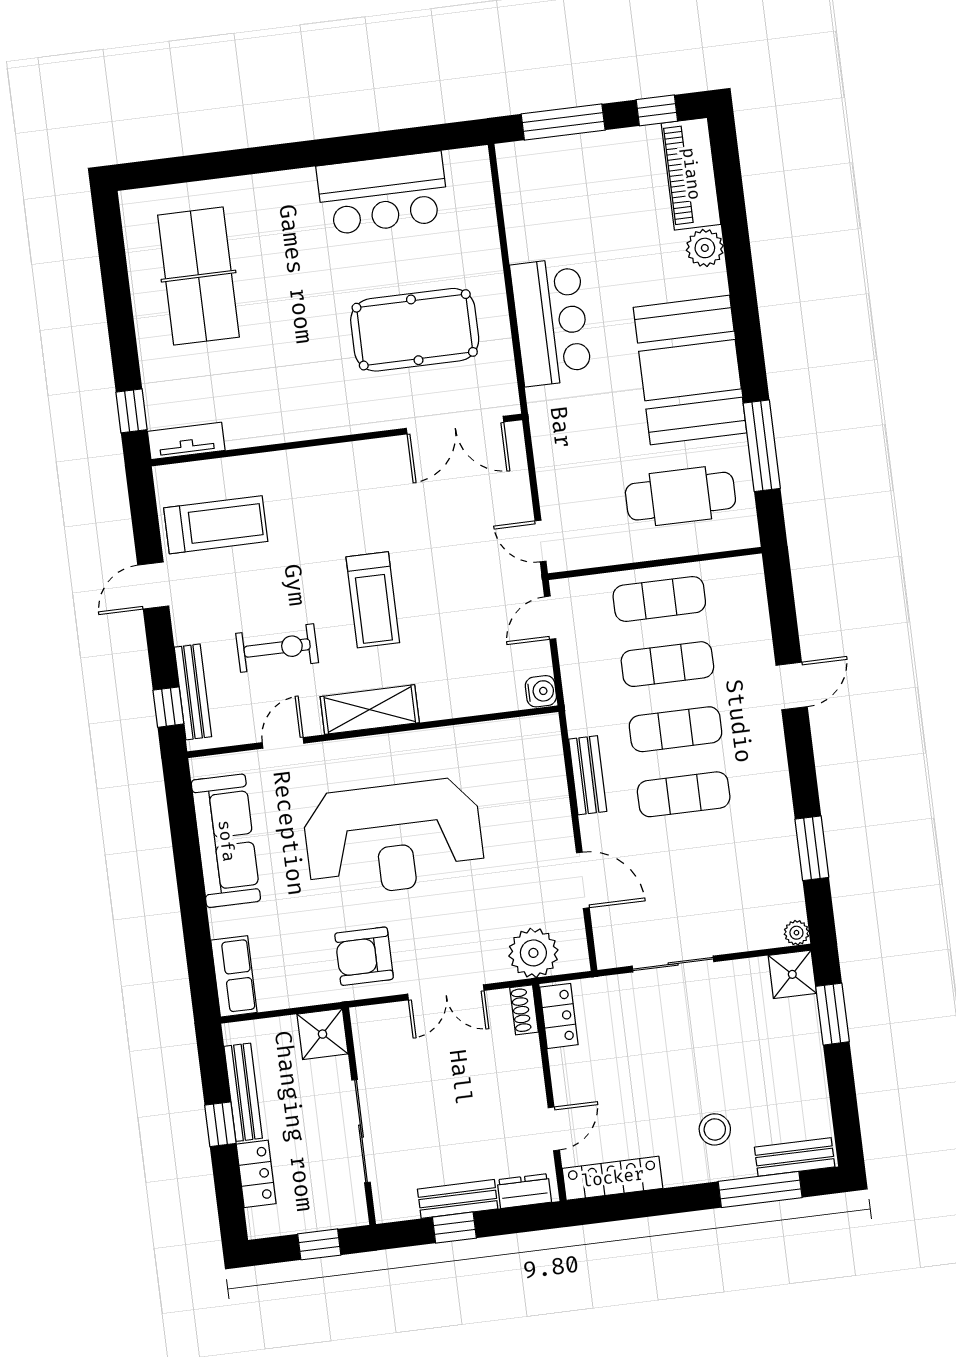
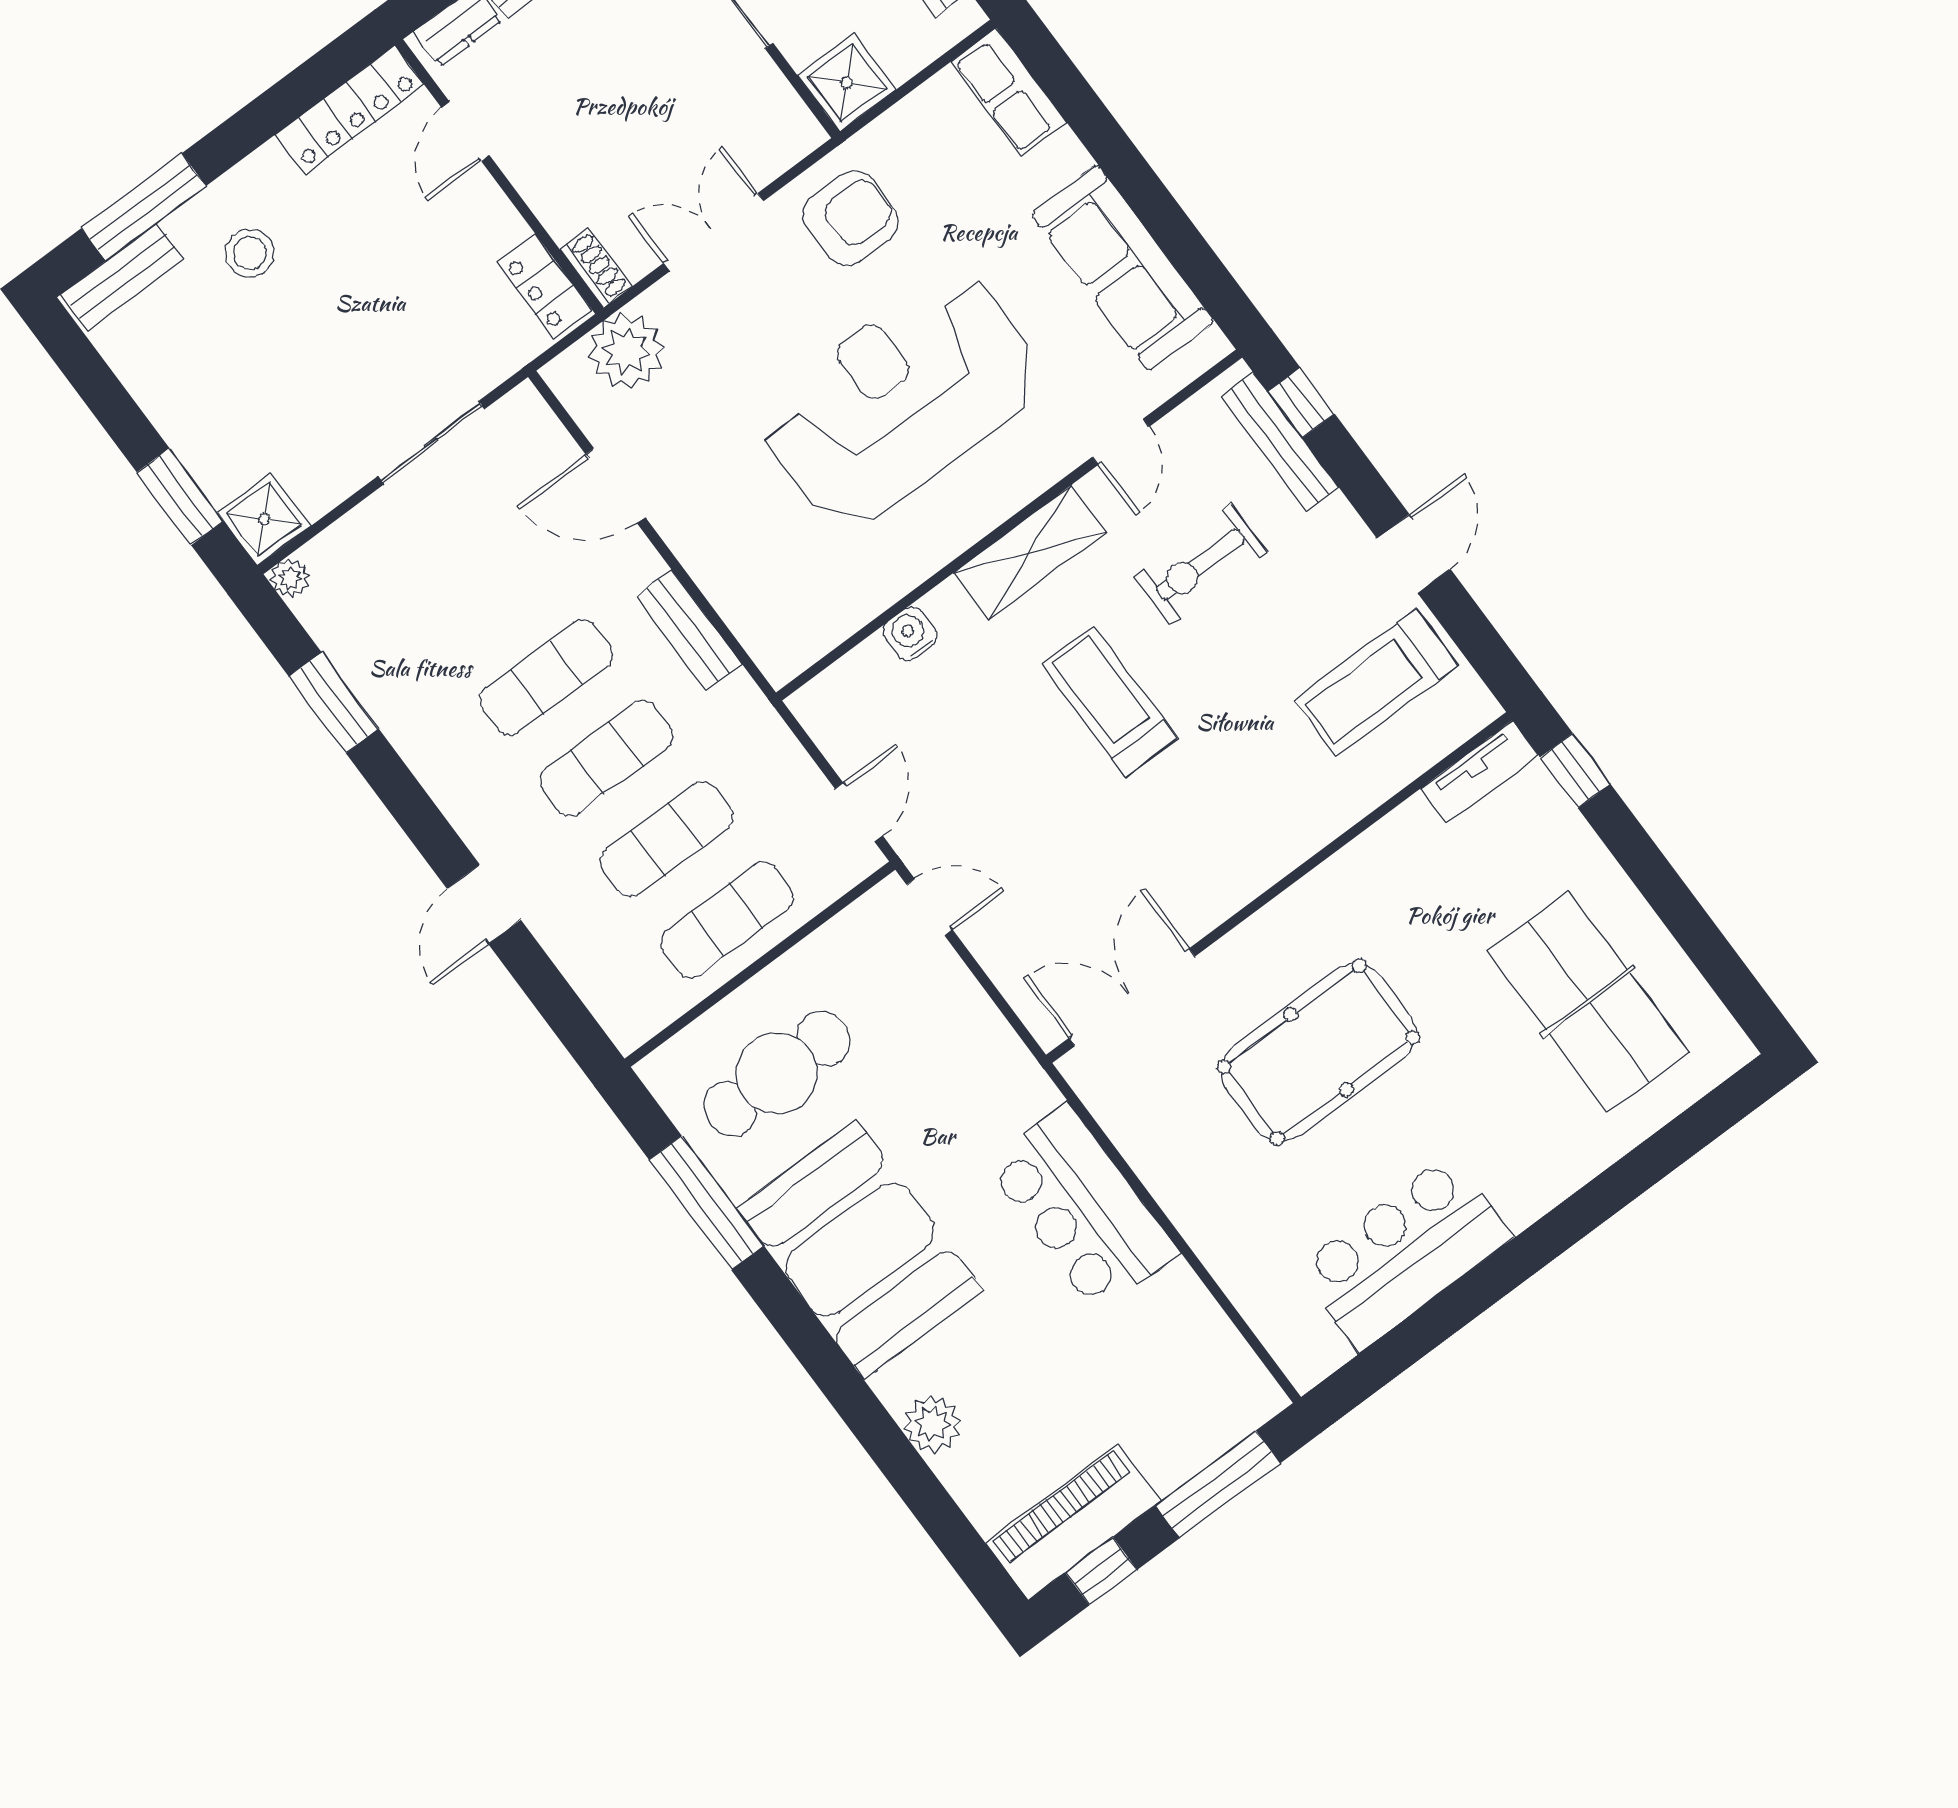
piano: (691, 174) -> (1073, 1522), moved, turned -90
pool table: (415, 330) -> (1318, 1052), moved
water cooler: (541, 691) -> (910, 634), moved, turned 90

